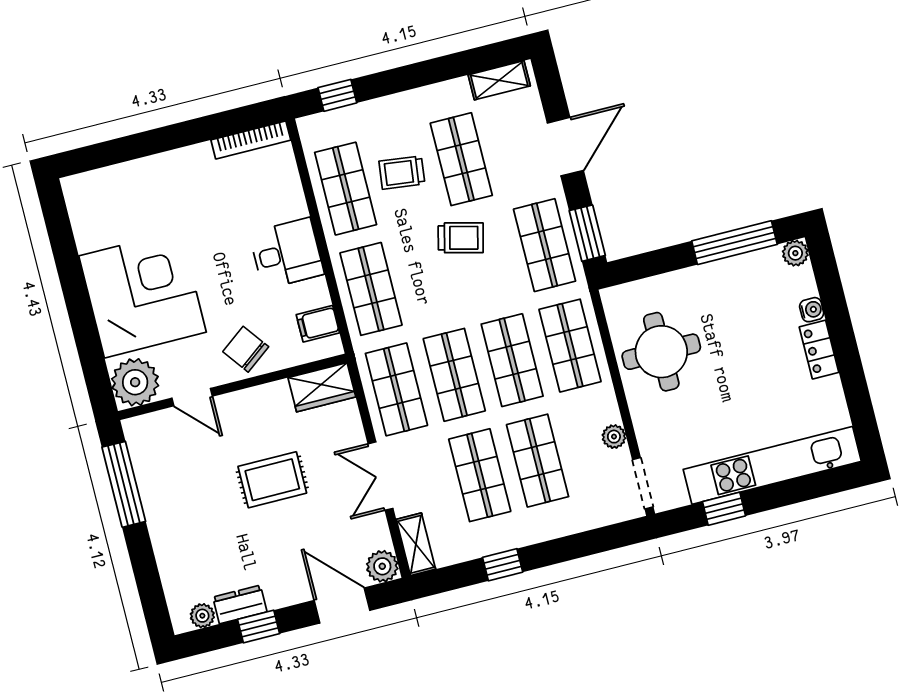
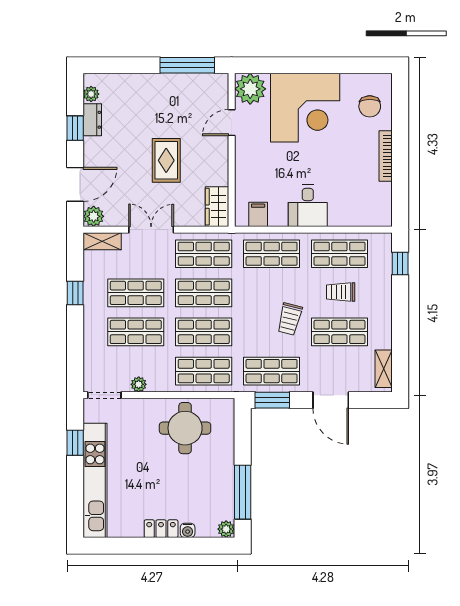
bookcase: (251, 140) -> (386, 156), moved
trolley: (402, 173) -> (341, 292), turned -97
chair: (246, 349) -> (370, 106), moved, turned 127

